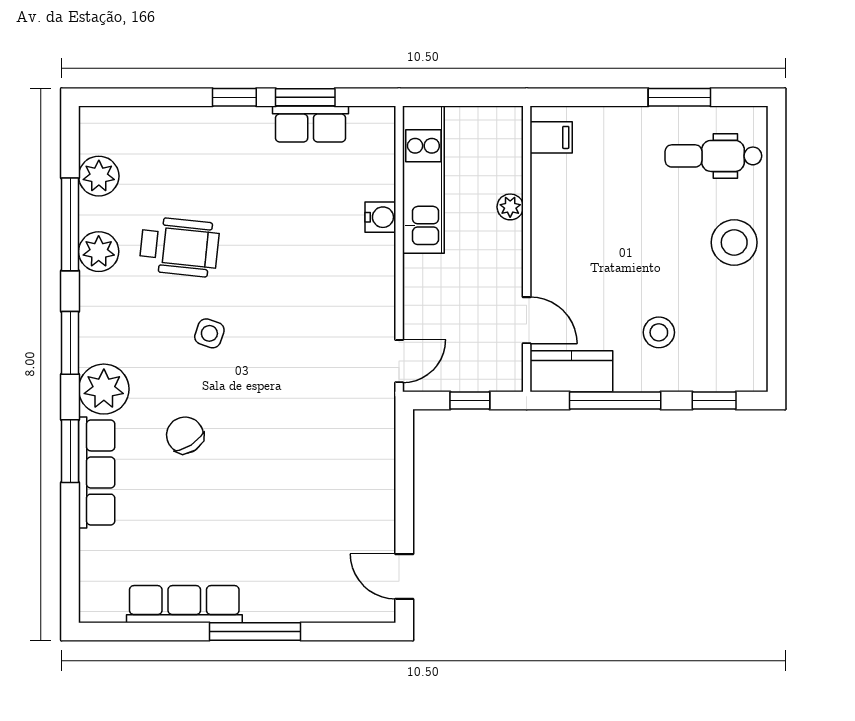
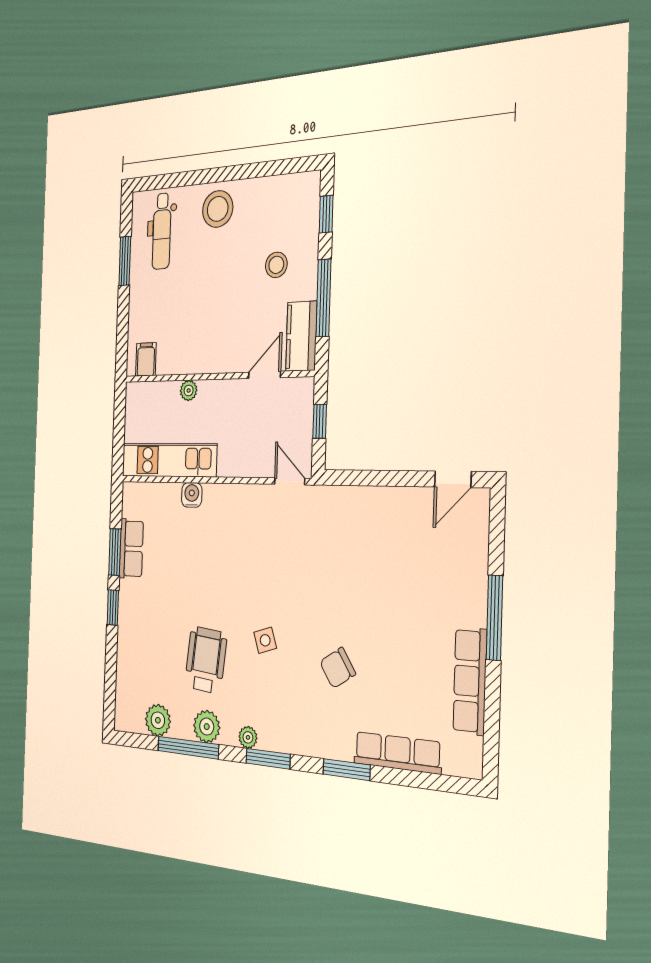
side table: (209, 333) -> (265, 640), turned -37
plant: (104, 389) -> (248, 737), moved, width x0.53, depth x0.53
row of seats: (97, 473) -> (397, 753), moved

